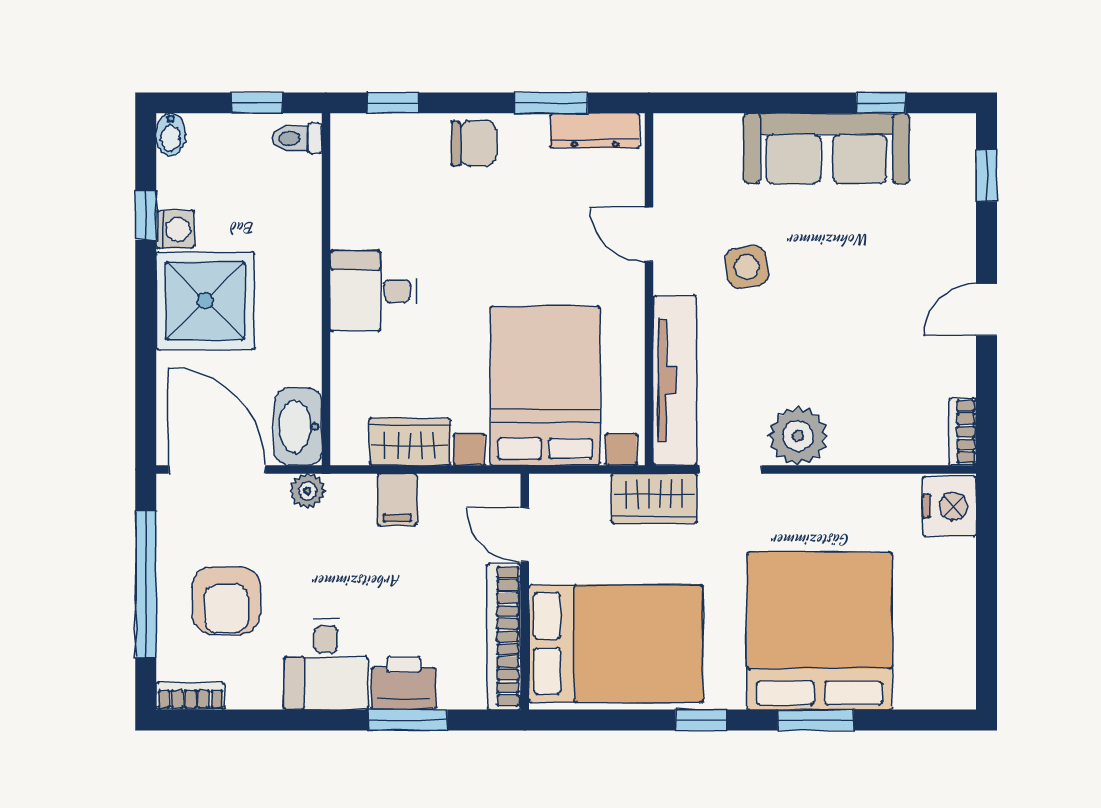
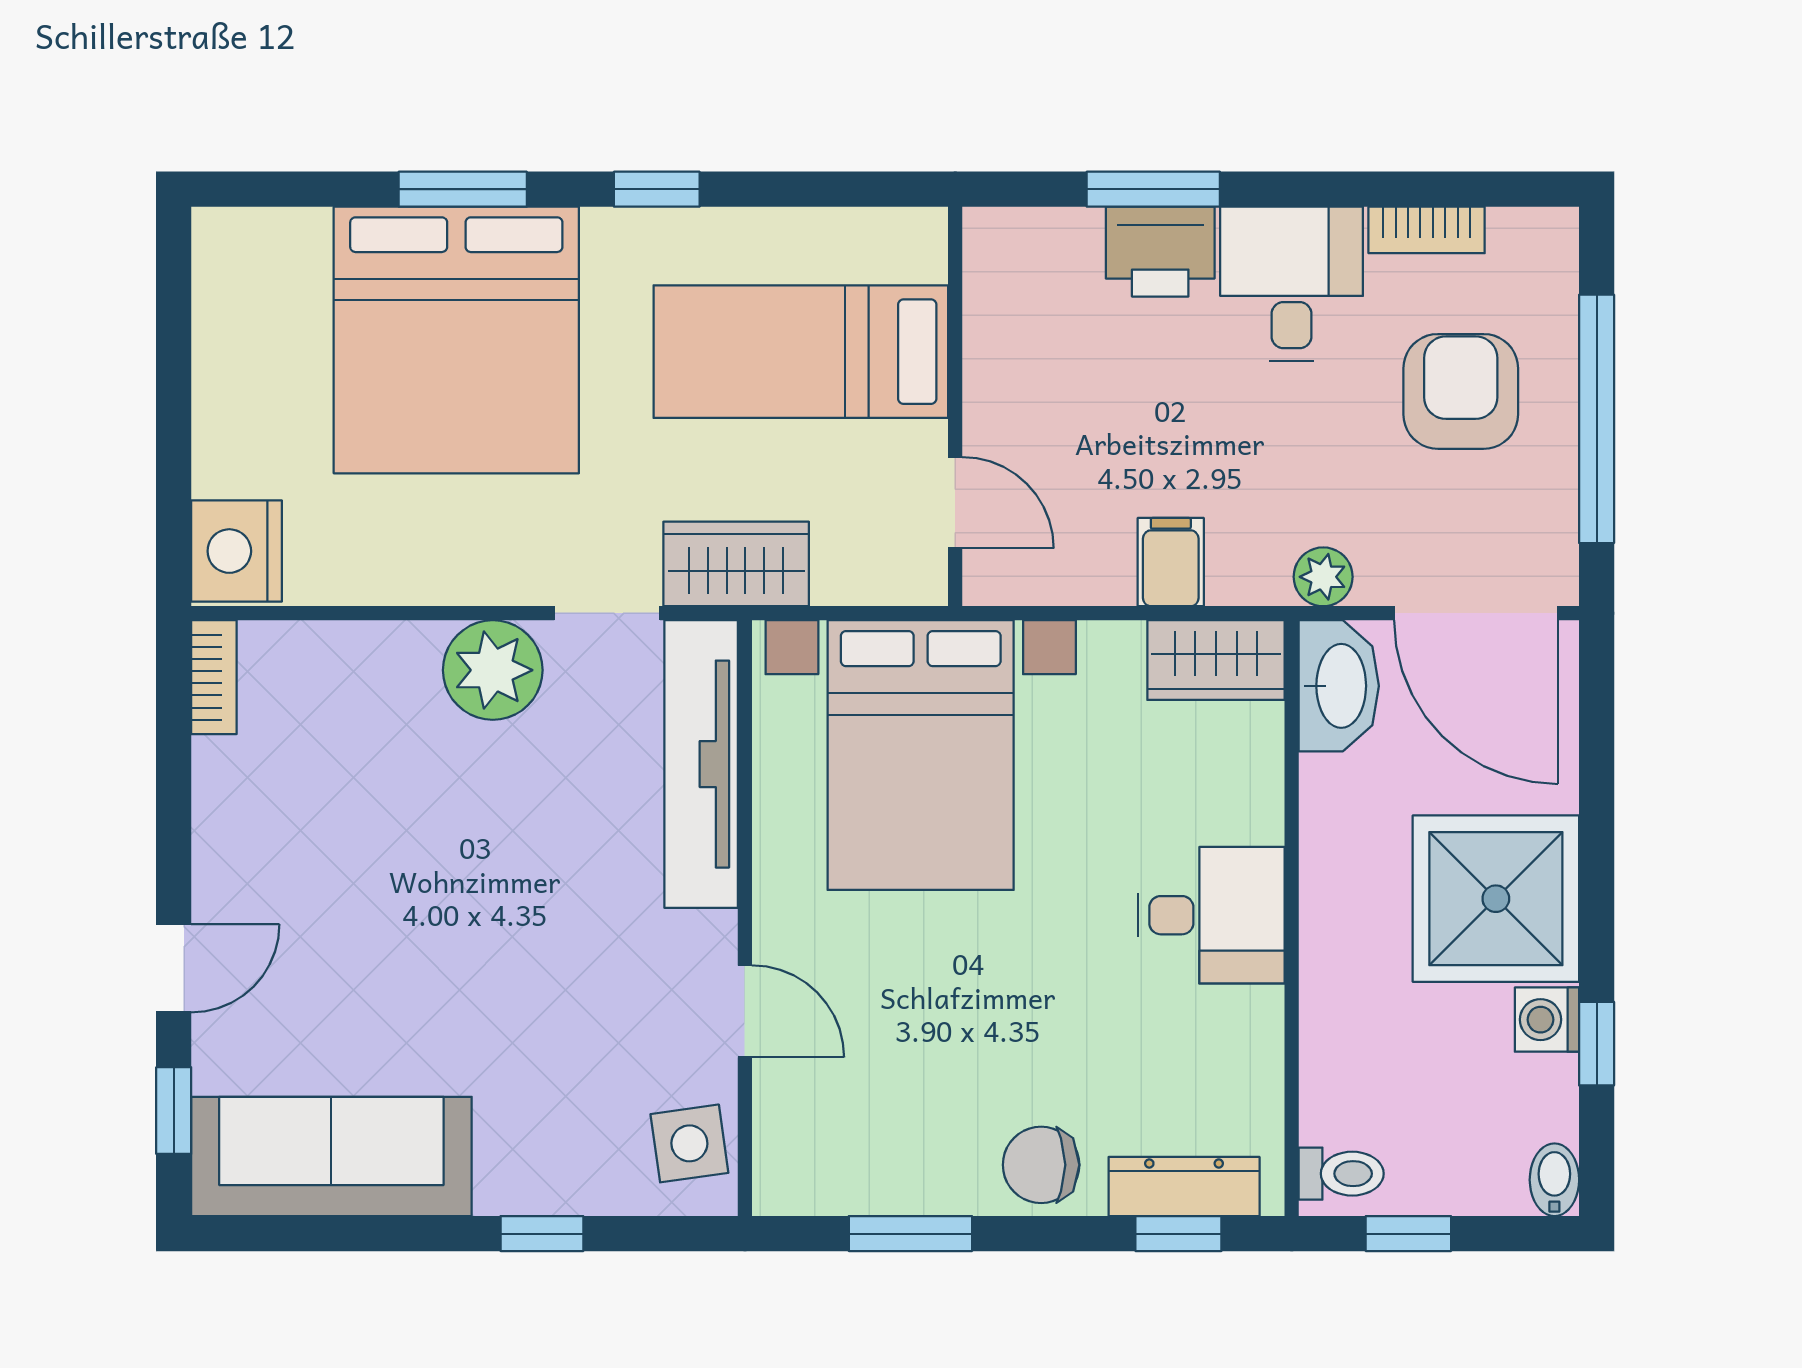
window: (881, 103) -> (542, 1234), moved
dresser: (595, 131) -> (1184, 1187), moved
sofa: (827, 148) -> (331, 1156), moved
side table: (747, 267) -> (689, 1143), moved
door: (986, 310) -> (174, 968), moved
wardrobe: (410, 442) -> (1216, 660), moved
bookcase: (504, 636) -> (990, 330), removed
bed: (616, 644) -> (801, 352), width x0.67
bookcase: (190, 696) -> (1427, 230), moved

